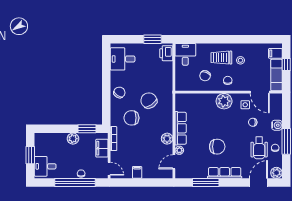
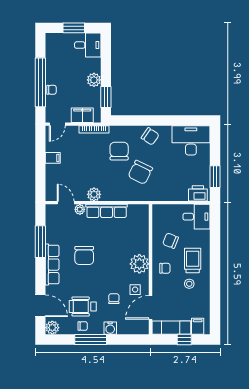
desk: (123, 59) -> (191, 140), width x1.37
chair: (149, 101) -> (140, 172), turned 151
desk: (45, 166) -> (88, 45), moved, turned 90

